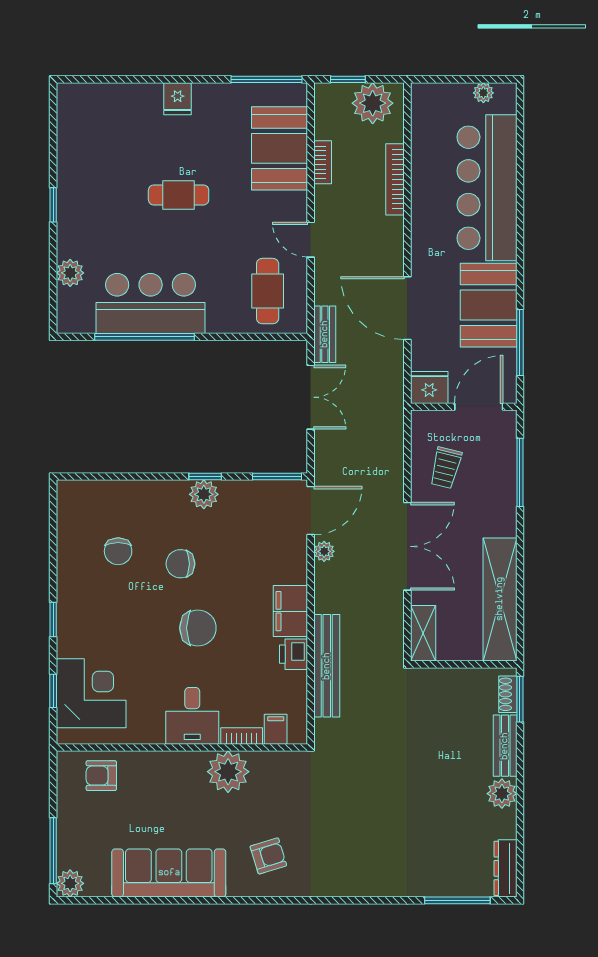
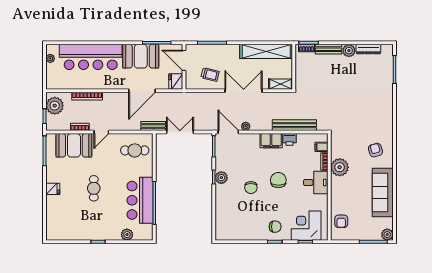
door: (311, 240) -> (101, 132), moved
chair: (118, 551) -> (275, 227), moved
dresser: (506, 868) -> (368, 49), moved

